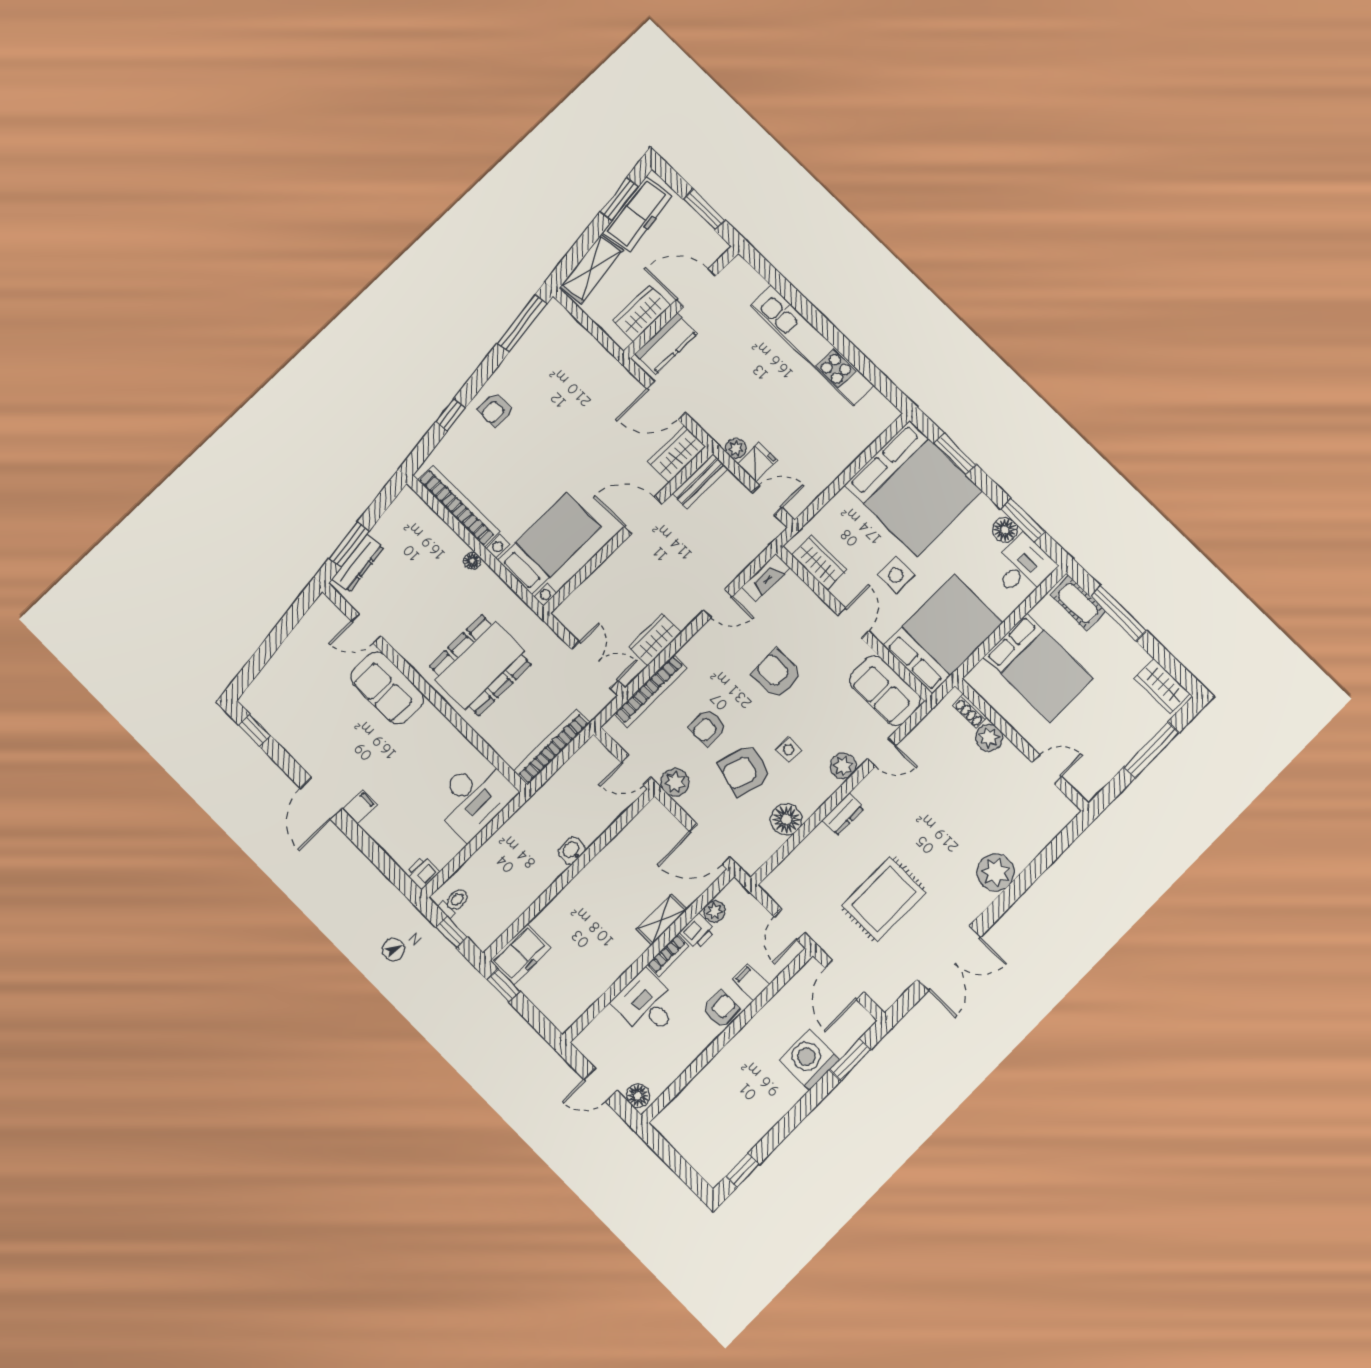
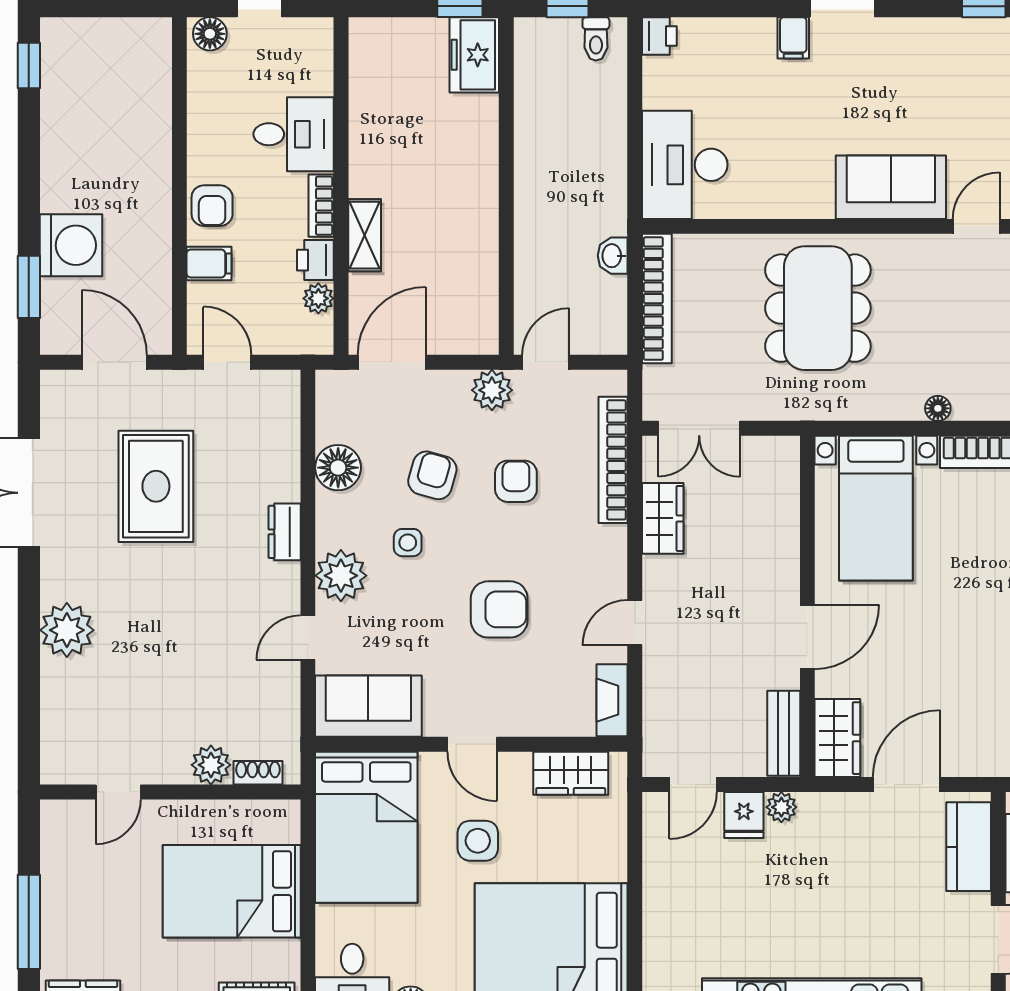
plant: (843, 766) -> (341, 576), width x1.36, depth x1.36
armchair: (745, 770) -> (432, 475), width x0.72, depth x0.72
washbasin: (572, 850) -> (613, 256), moved, turned 180

